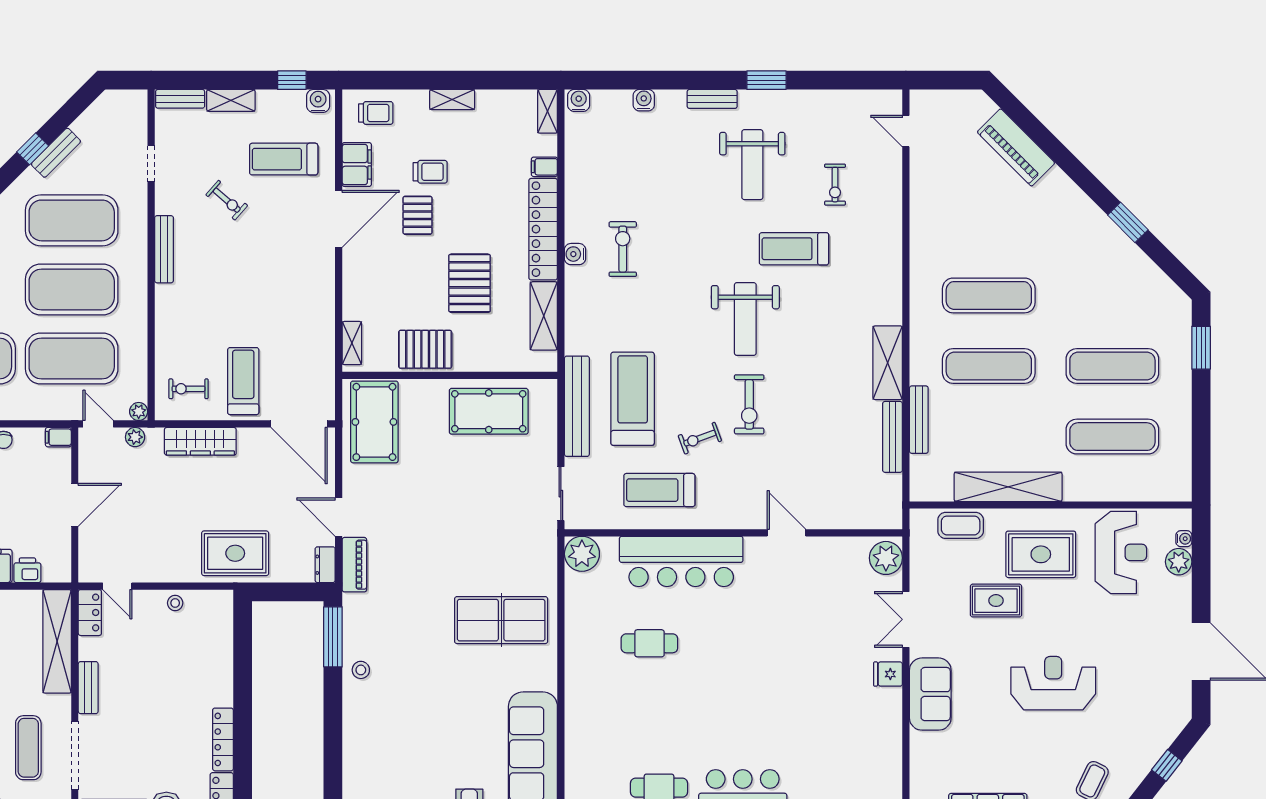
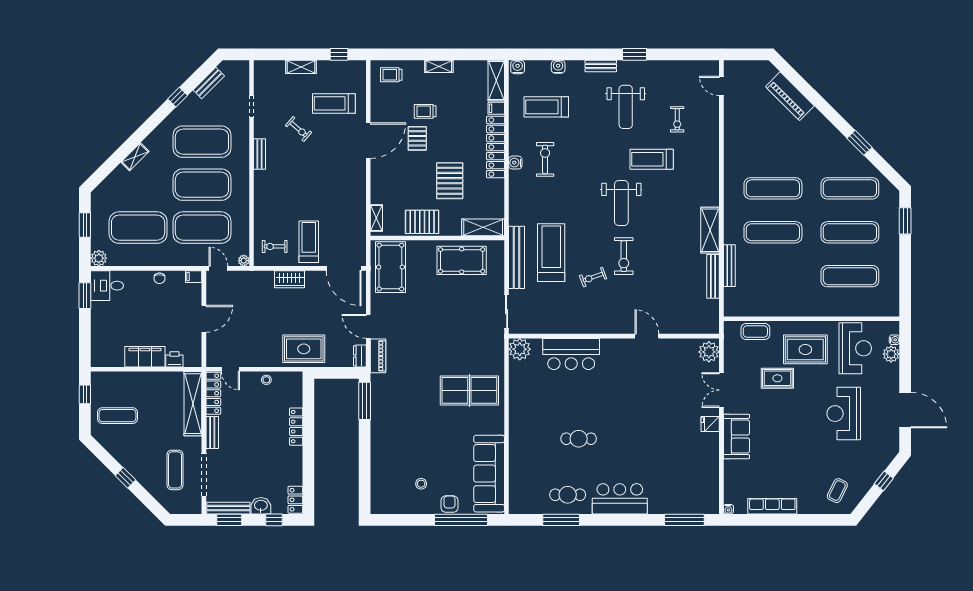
bench: (180, 99) -> (269, 66), removed
water cooler: (318, 101) -> (355, 67), removed
shelving: (548, 111) -> (496, 81), width x1.50, depth x1.33
trolley: (376, 113) -> (391, 75), turned 180
bench: (56, 153) -> (209, 83), moved
filing cabinet: (357, 164) -> (379, 107), removed
trolley: (430, 172) -> (425, 111), turned 180
bench: (164, 249) -> (259, 154), width x0.73
exercise mat: (1112, 295) -> (850, 188), added
shelving: (544, 316) -> (483, 227), moved, turned 90
plant: (135, 437) -> (241, 276), removed
wardrobe: (200, 441) -> (290, 279), width x0.67
shelving: (1008, 487) -> (785, 307), removed
treadmill: (659, 490) -> (546, 107), moved
bar counter: (681, 561) -> (571, 354), width x0.73
locker: (90, 613) -> (213, 393), width x1.53
cafe table: (649, 643) -> (579, 439), moved
stool: (361, 670) -> (421, 484), moved
reception desk: (1053, 683) -> (844, 414), moved, turned -90
locker: (223, 739) -> (296, 427), moved

